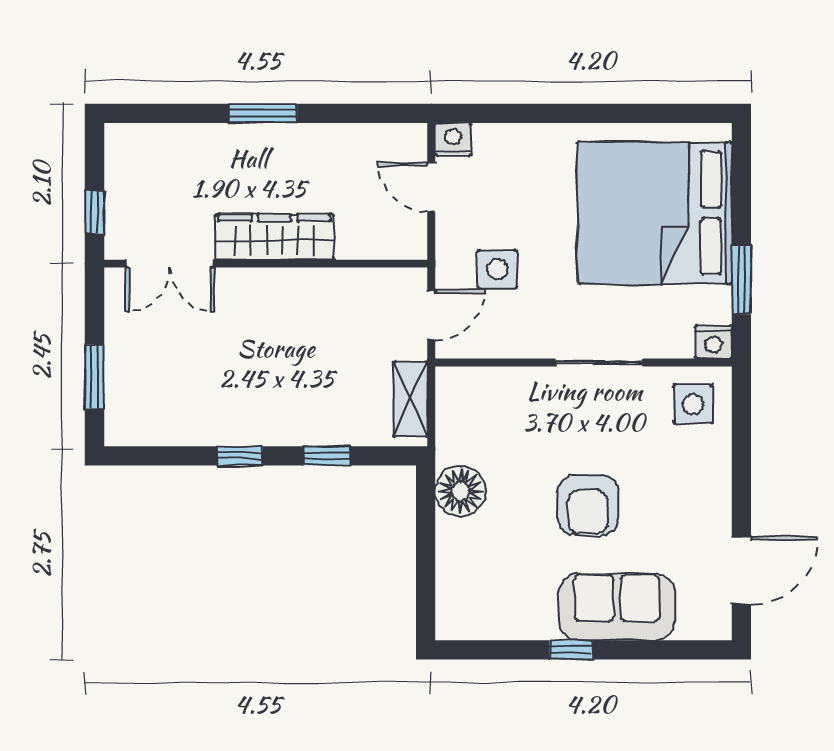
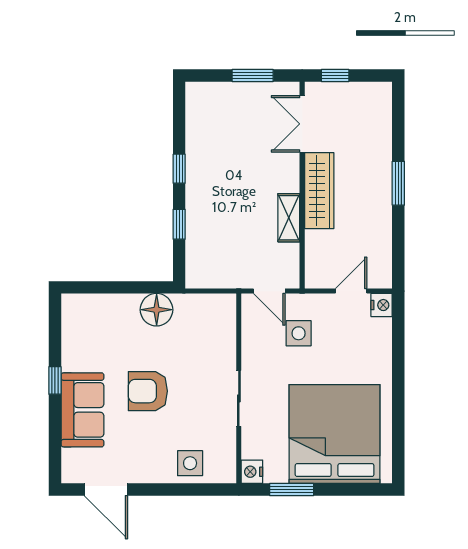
window: (94, 377) -> (253, 76), moved
shelving: (410, 399) -> (289, 218), moved, turned 90
side table: (693, 404) -> (190, 463), moved

